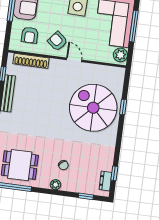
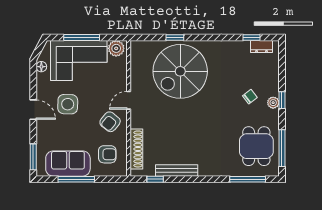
window: (86, 196) -> (282, 100), moved

